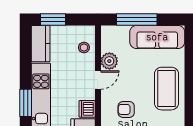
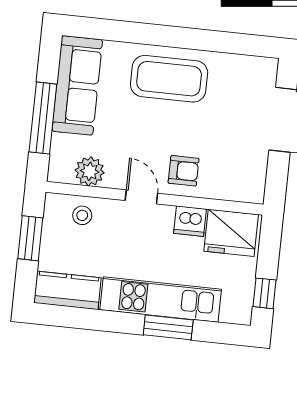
window: (53, 19) -> (30, 238), moved
plant: (109, 61) -> (90, 171), moved
armchair: (126, 109) -> (184, 171), moved, turned -90

